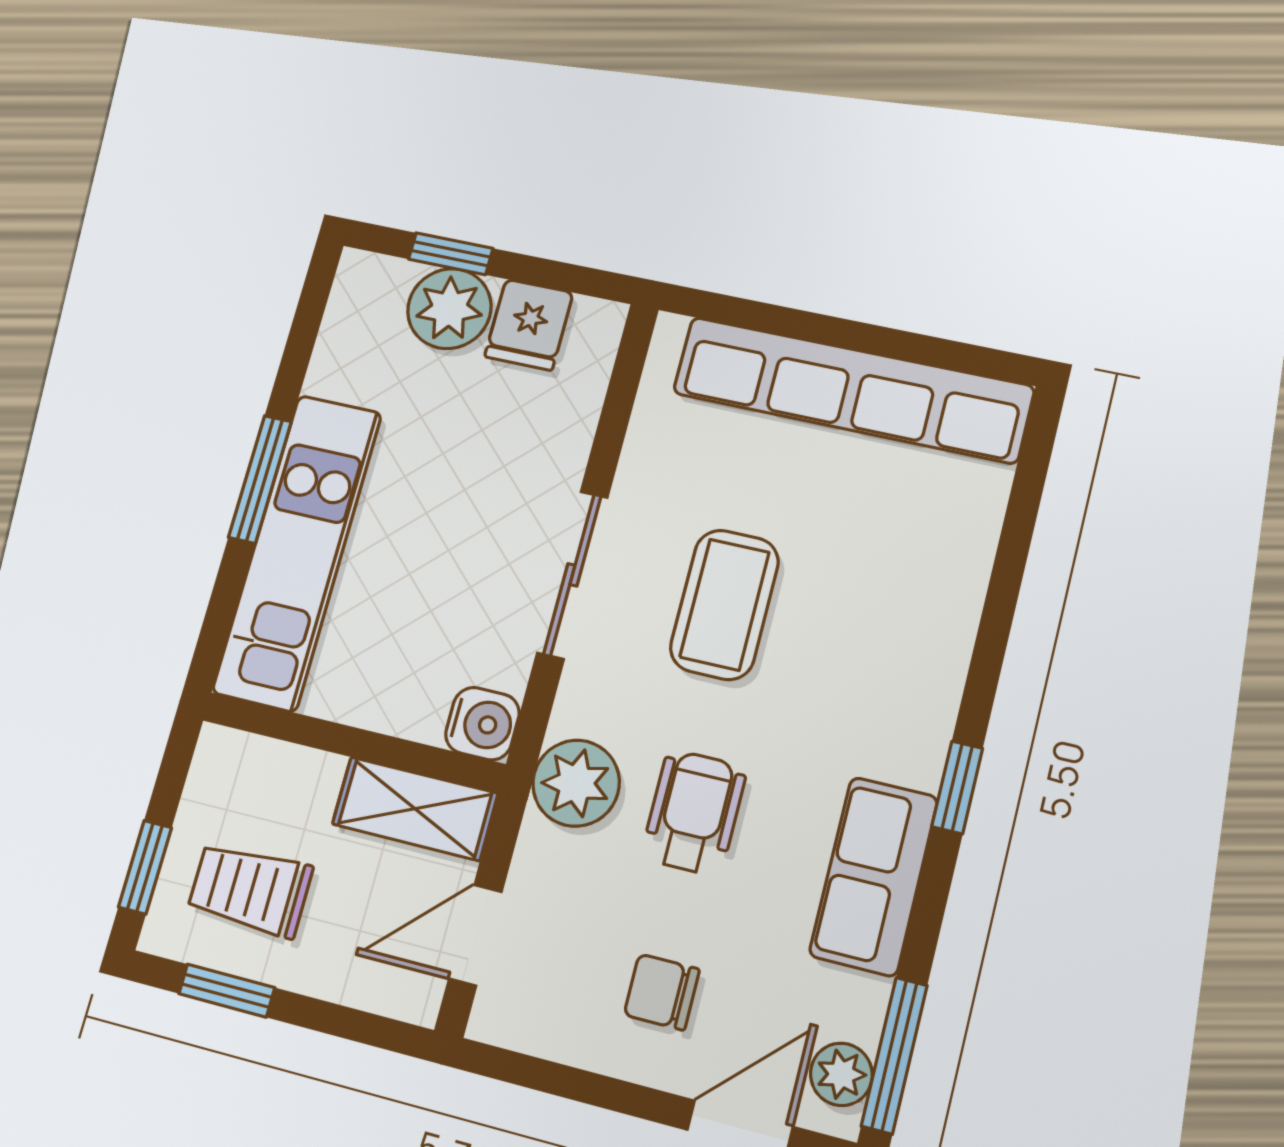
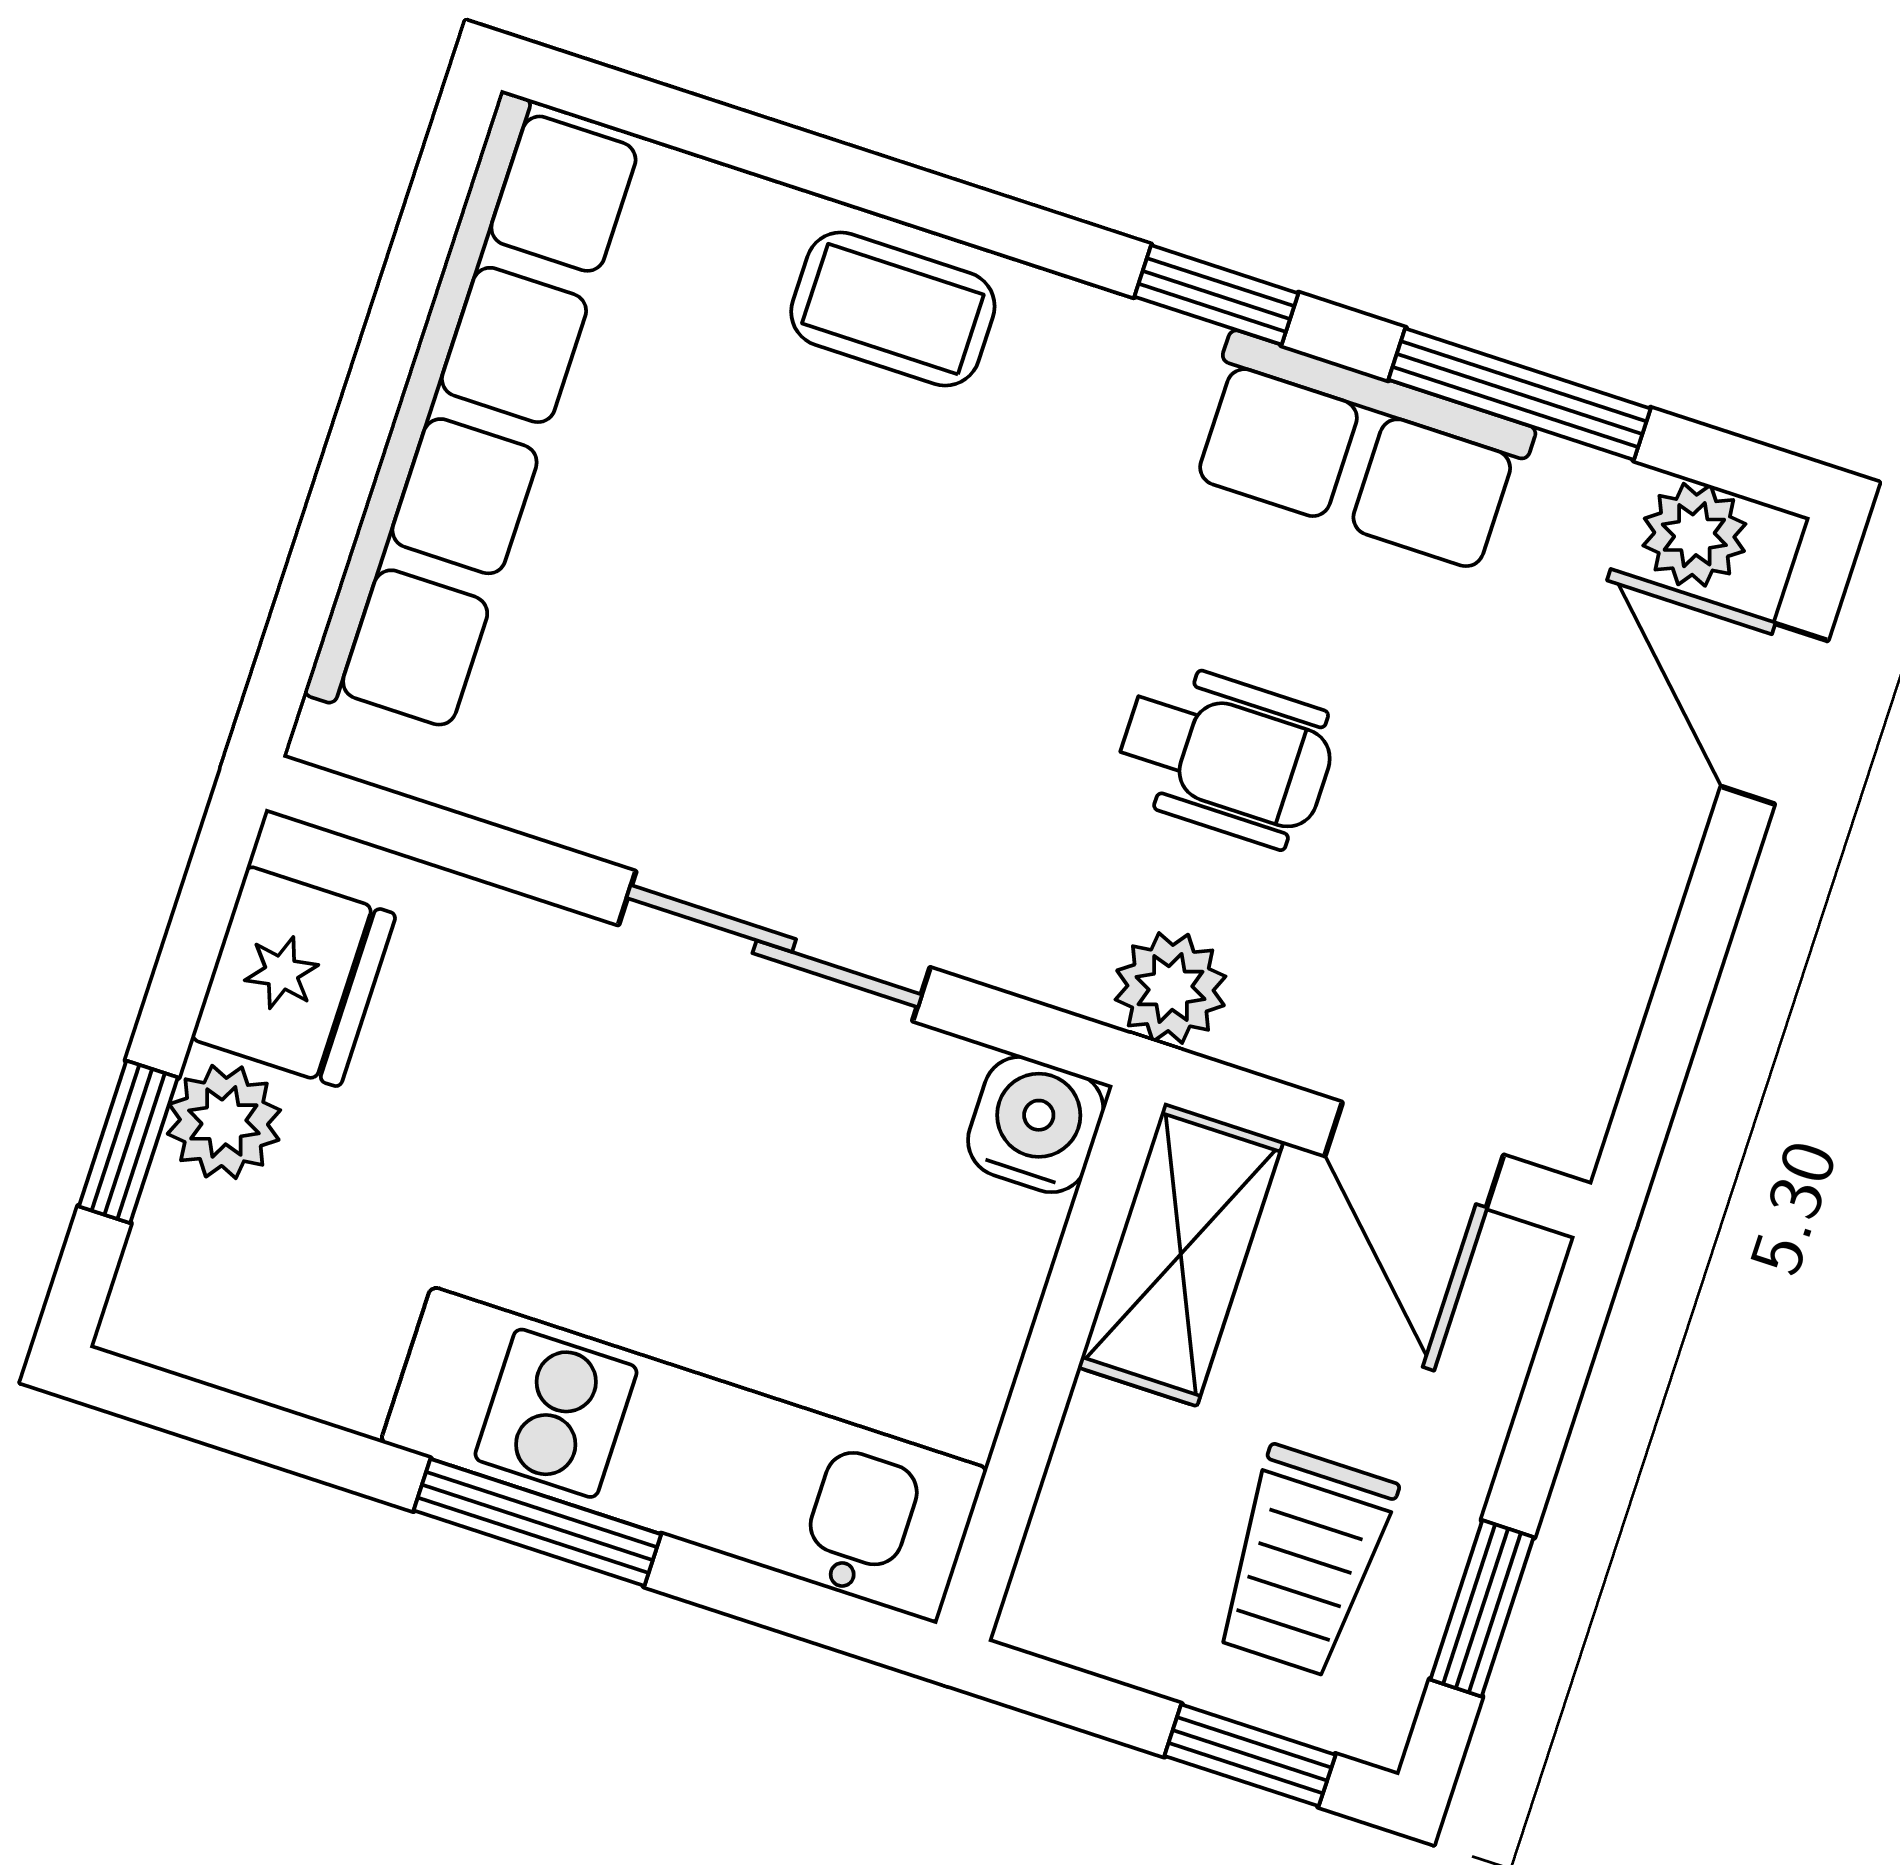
plant: (449, 309) -> (224, 1122), width x0.73, depth x0.73
fridge: (529, 325) -> (294, 976), width x1.38
coffee table: (724, 605) -> (893, 309), moved, width x0.73, depth x0.77
plant: (576, 783) -> (1171, 988), width x0.73, depth x0.73
wheelchair: (694, 813) -> (1226, 755), turned 180
chair: (662, 992) -> (1535, 833), removed
window: (894, 1056) -> (1520, 394), moved

